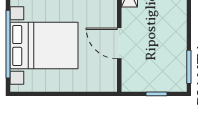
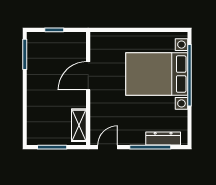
door: (119, 43) -> (88, 76), swing flipped

